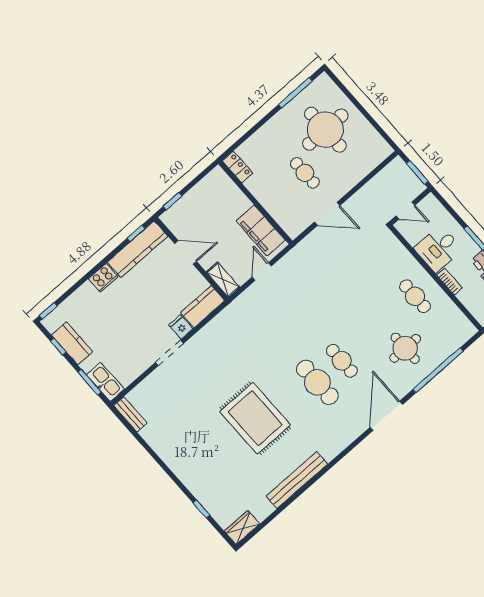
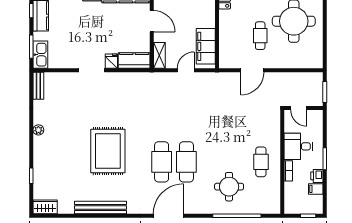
door: (327, 214) -> (252, 70), hinge flipped
cafe table: (342, 361) -> (186, 162), width x1.37, depth x1.35
door: (386, 416) -> (168, 216), moved
plant: (169, 458) -> (38, 130), added

